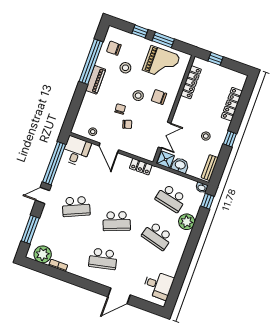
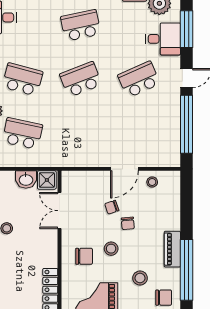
door: (109, 148) -> (124, 169), swing flipped
desk: (76, 151) -> (163, 39), moved, turned -90
locker: (141, 167) -> (75, 160), removed

